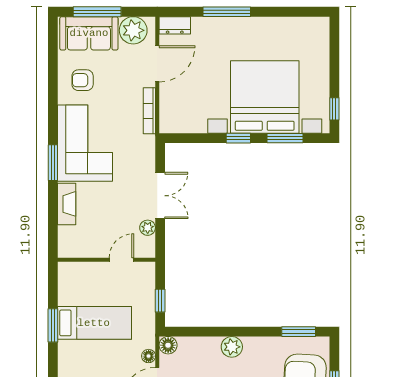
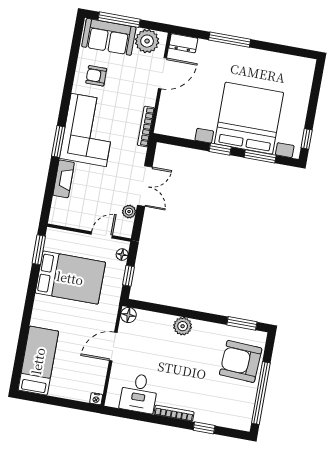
bookcase: (149, 111) -> (146, 127), moved
bed: (94, 323) -> (70, 278), width x1.50
window: (53, 325) -> (39, 250), moved
floor lamp: (149, 356) -> (122, 255), moved

